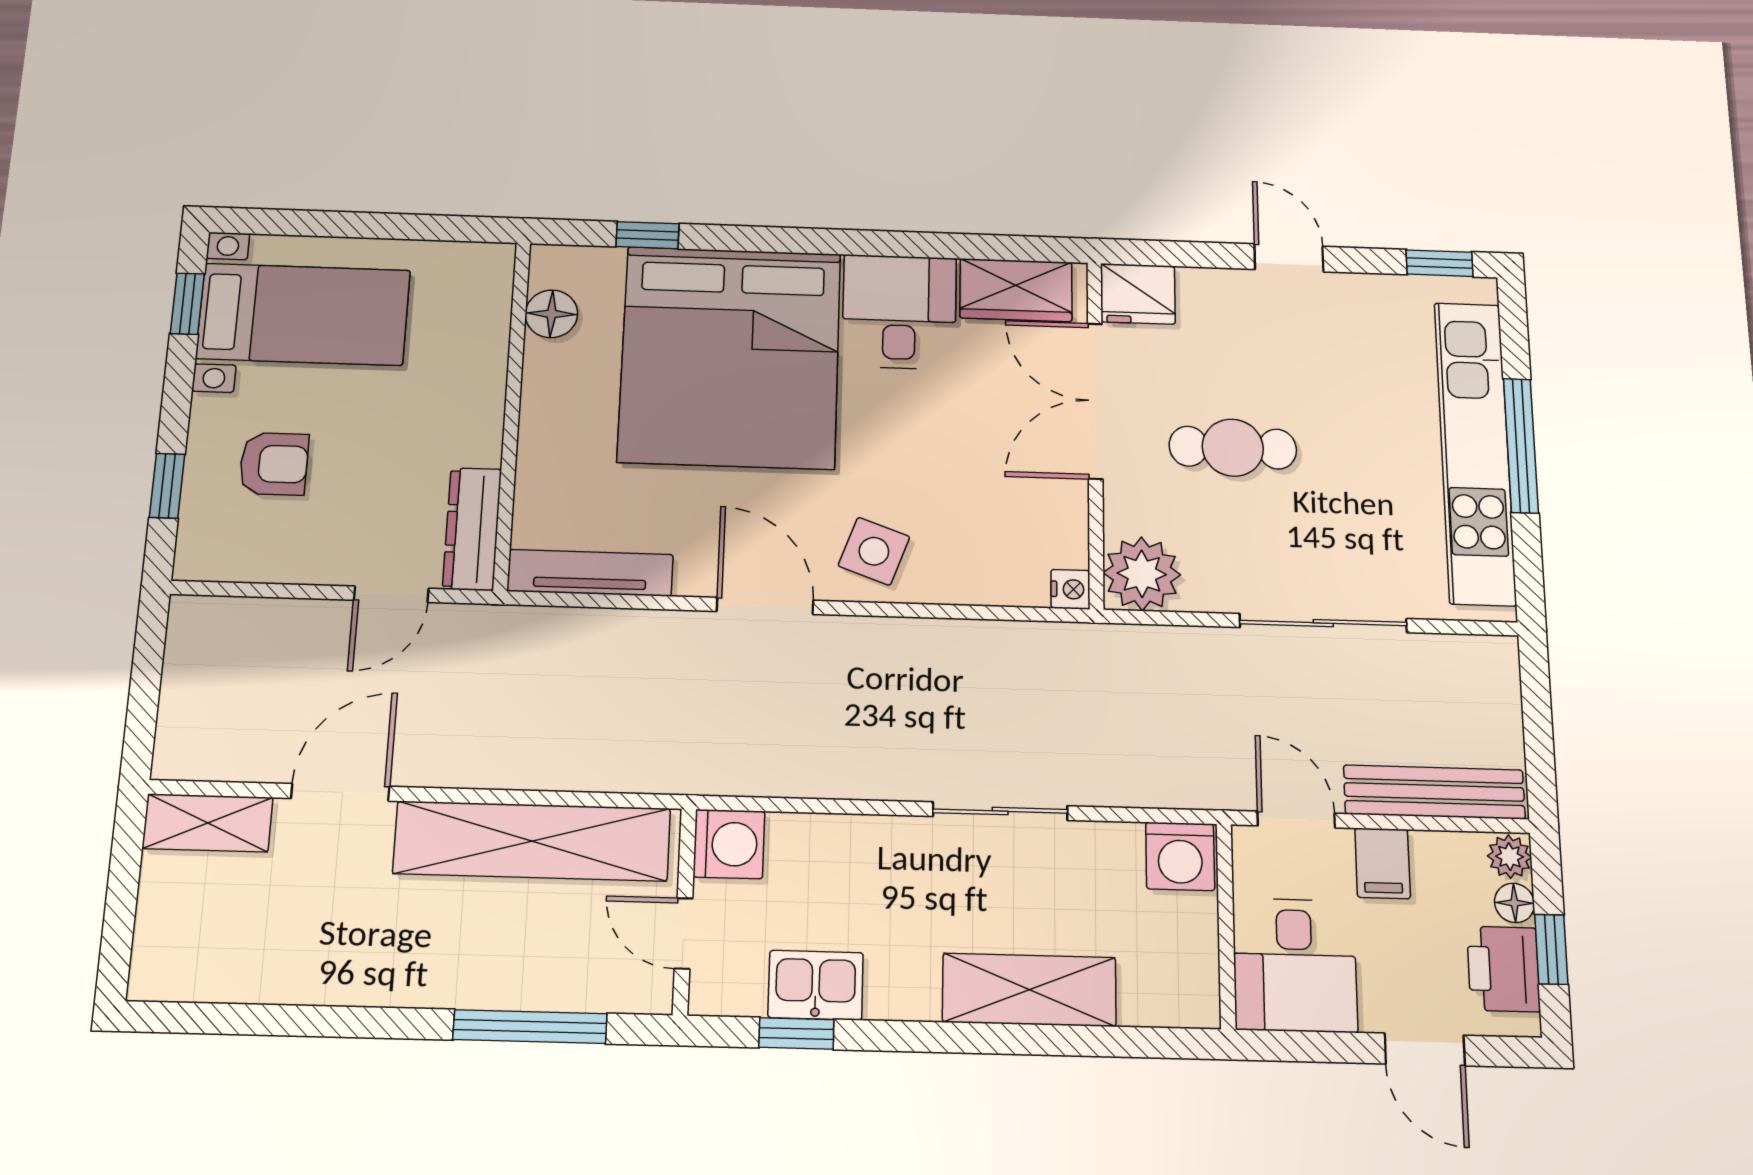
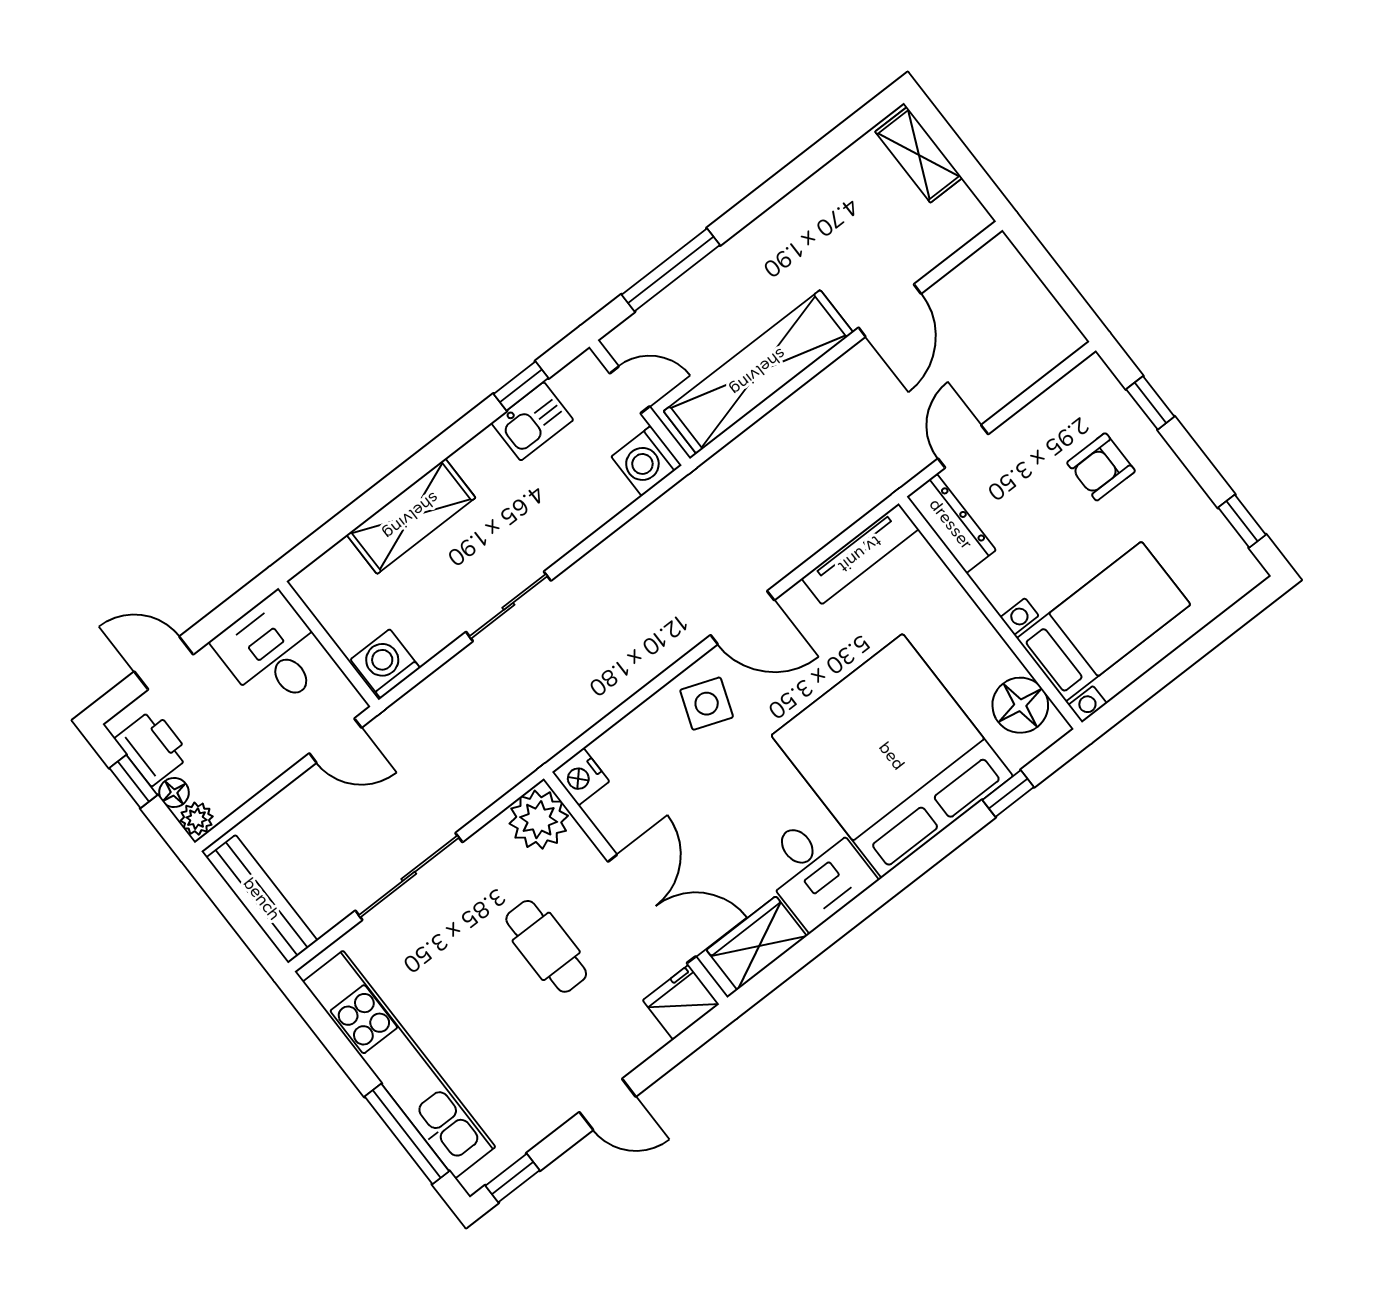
bed with nightstands: (303, 314) -> (1103, 622), moved, turned 180
floor lamp: (551, 314) -> (1020, 705), width x1.38, depth x1.38
window: (1521, 446) -> (407, 1134), moved
cafe table: (1233, 448) -> (546, 946), turned 90
nightstand: (1070, 589) -> (581, 777), width x1.39, depth x1.35
bench: (1434, 792) -> (262, 899), moved, turned 90
shelving: (208, 823) -> (919, 155), moved, turned 90
filing cabinet: (1383, 863) -> (267, 755), removed

